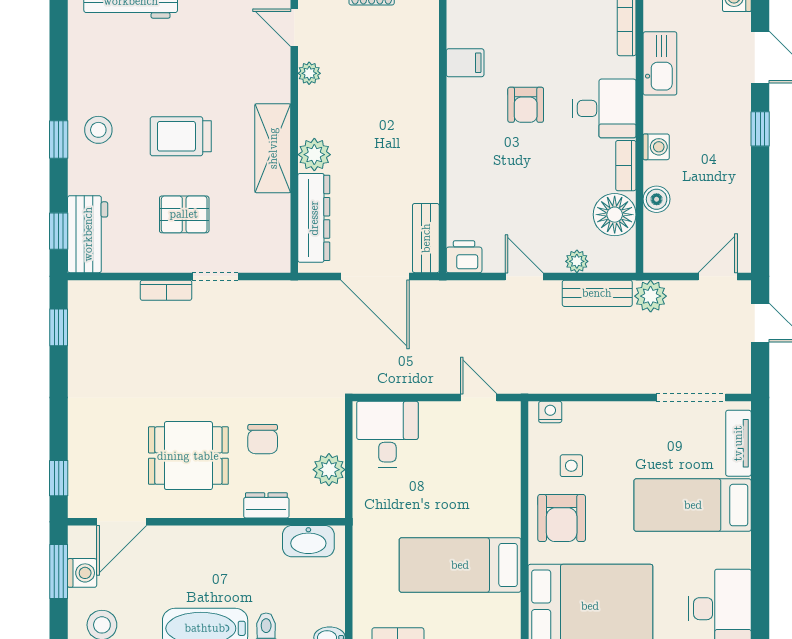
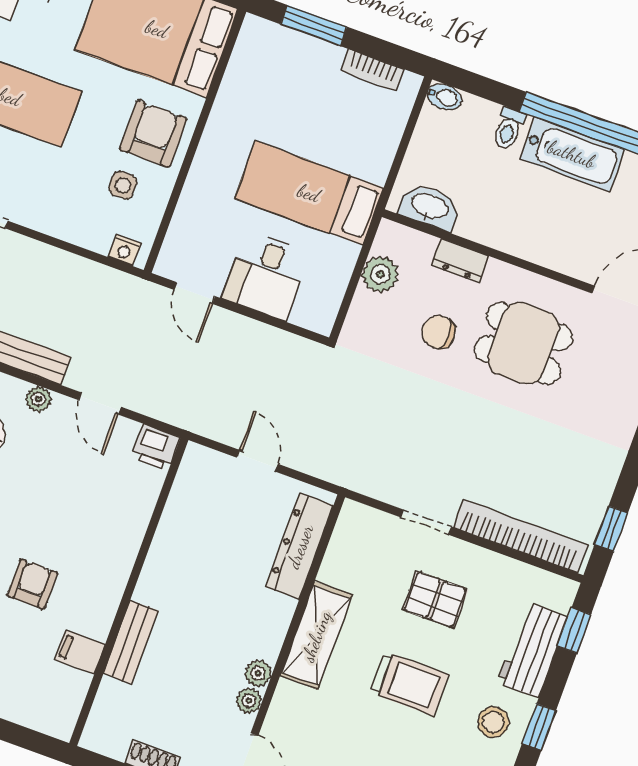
plant: (314, 155) -> (258, 673), moved, width x0.73, depth x0.73
workbench: (88, 234) -> (532, 650), moved
bench: (426, 238) -> (131, 642), moved
door: (375, 276) -> (257, 461), width x0.53
bookcase: (166, 290) -> (520, 536), width x2.31, depth x1.31
desk: (387, 434) -> (266, 275), moved
chair: (263, 439) -> (439, 332), turned -90
bed: (460, 565) -> (309, 193), moved, turned 180

